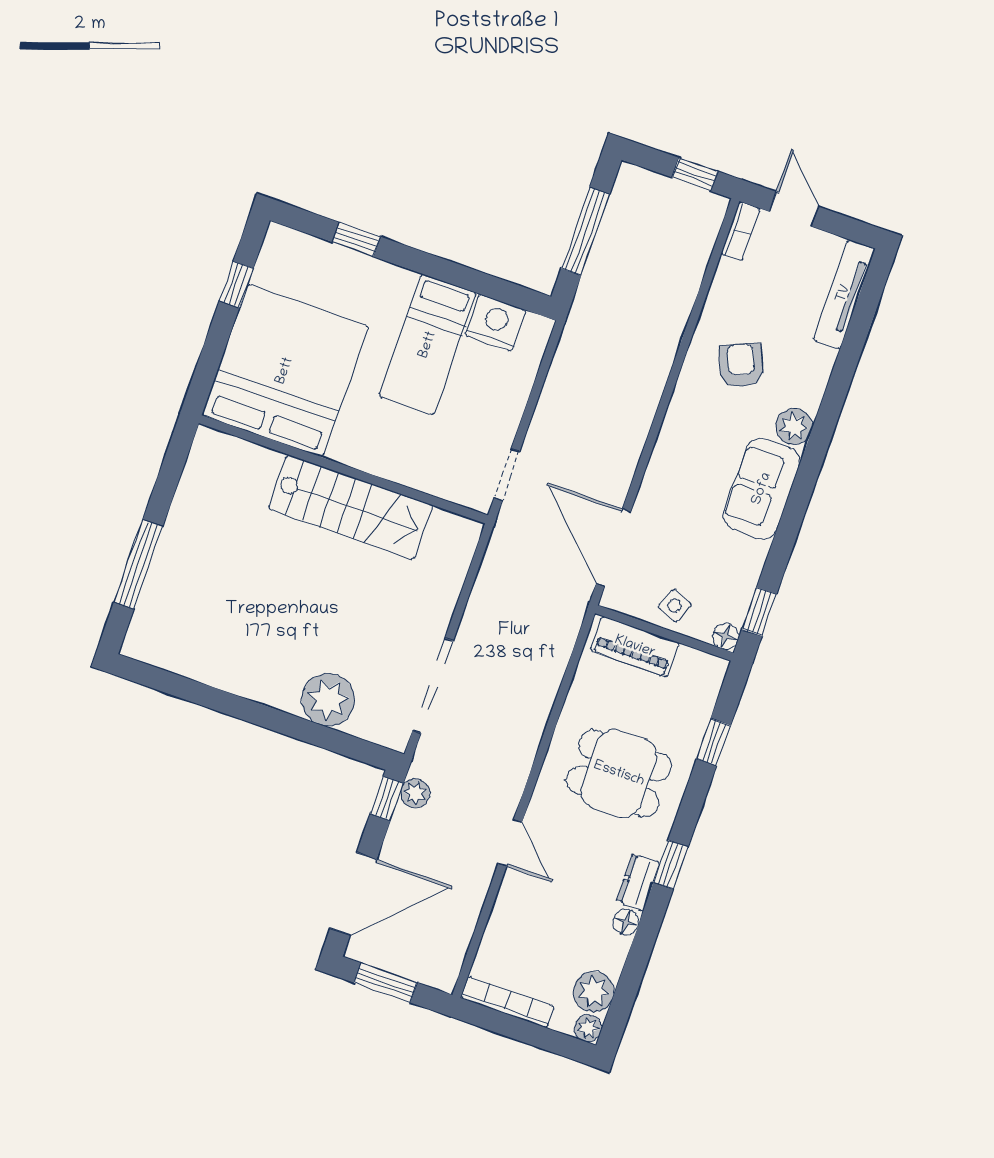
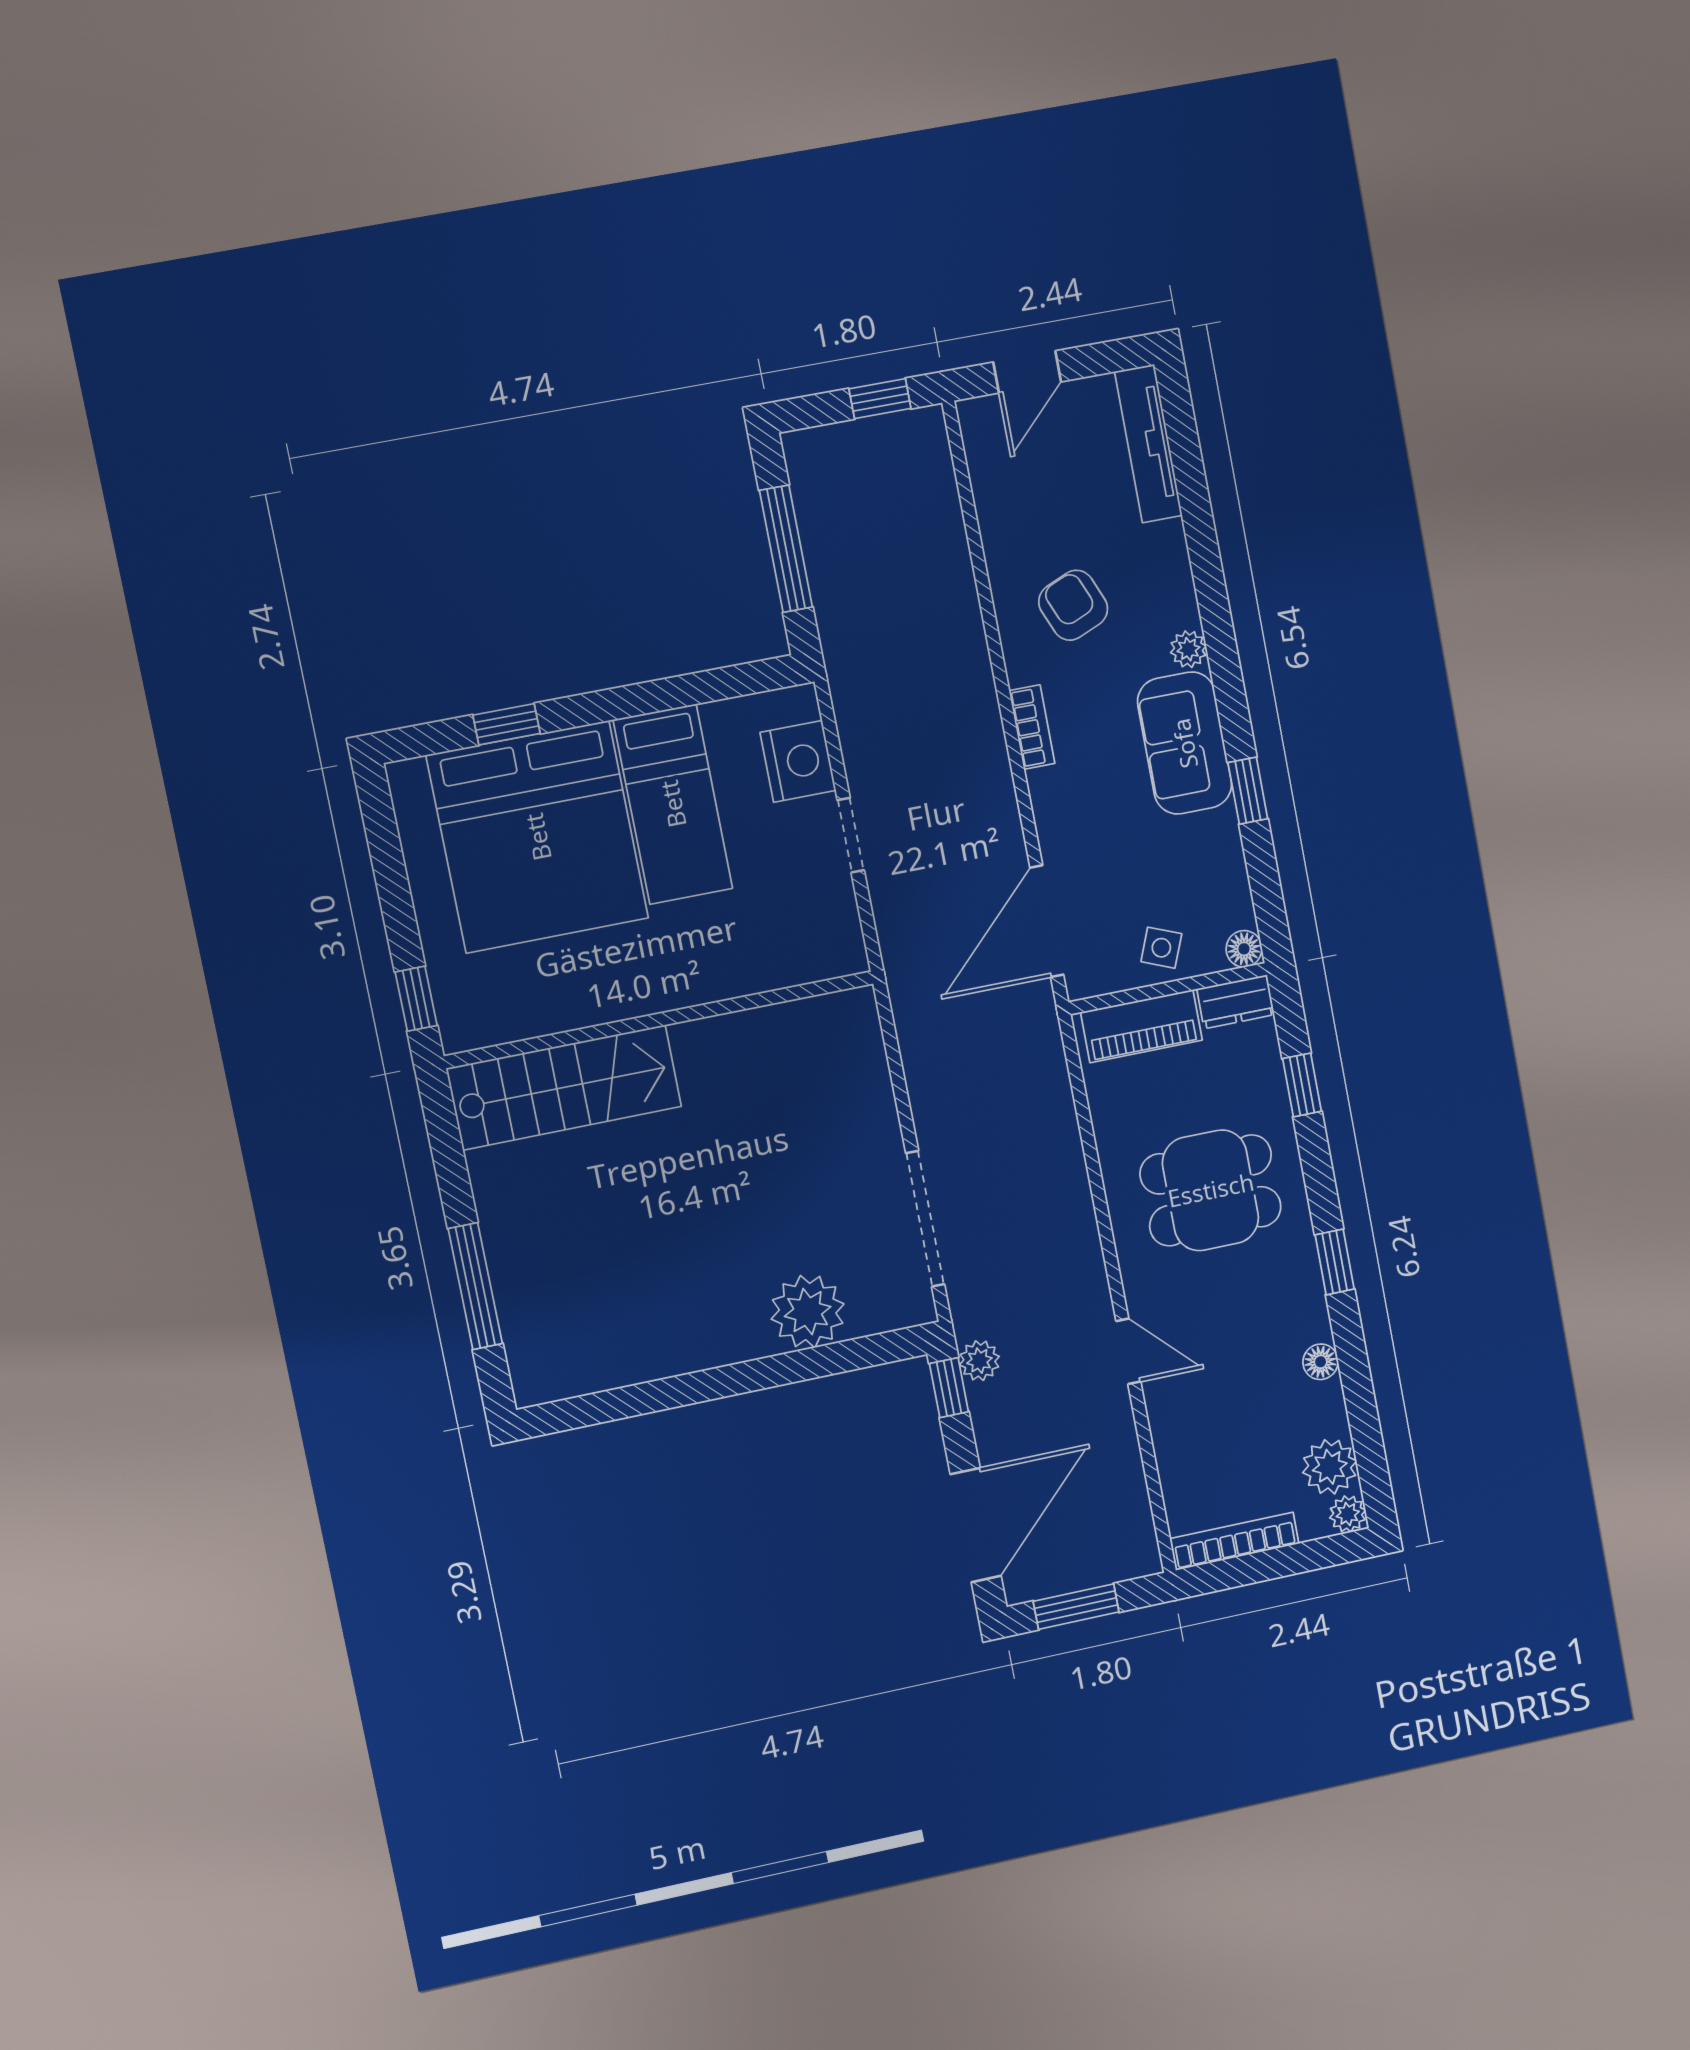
door: (794, 209) -> (1027, 372), swing flipped
bookcase: (741, 231) -> (1032, 727), moved
window: (236, 284) -> (416, 999), moved
nightstand: (496, 323) -> (798, 761), moved, turned 90
bed: (285, 371) -> (538, 837), moved, turned 180
plant: (794, 427) -> (1188, 649), width x0.73, depth x0.73
doorway: (507, 475) -> (851, 835), moved
stairs: (351, 507) -> (564, 1087), moved
door: (613, 548) -> (1047, 921), hinge flipped
window: (759, 612) -> (1248, 791), moved
dresser: (638, 882) -> (1236, 1002), moved, turned -90

